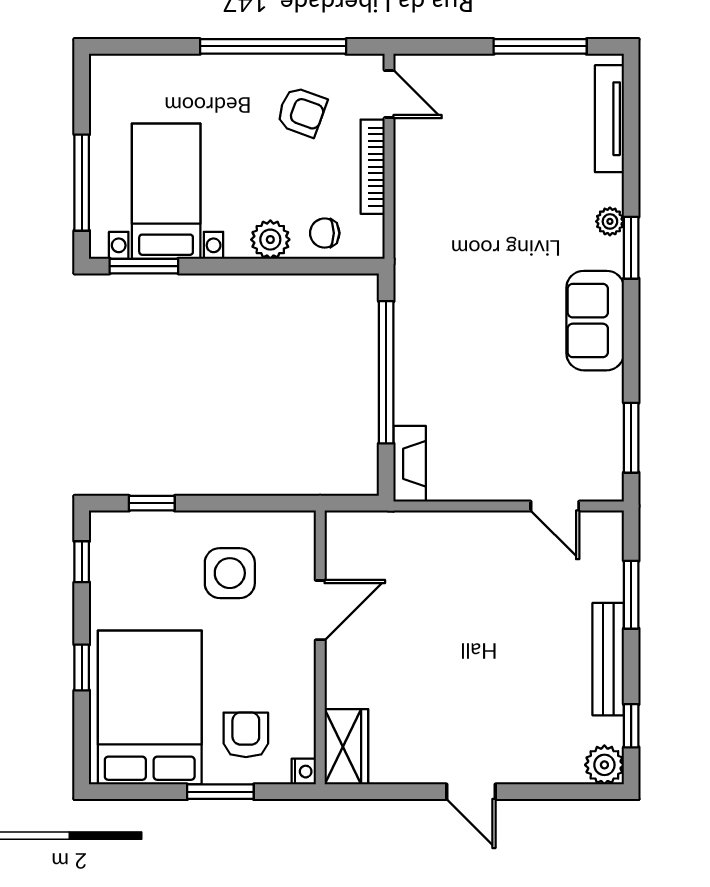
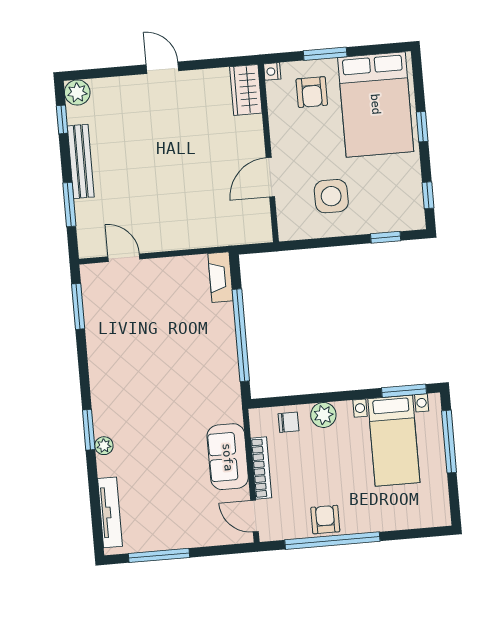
armchair: (302, 112) -> (325, 520), moved, turned 70
sofa: (595, 321) -> (228, 457), moved, turned 180

